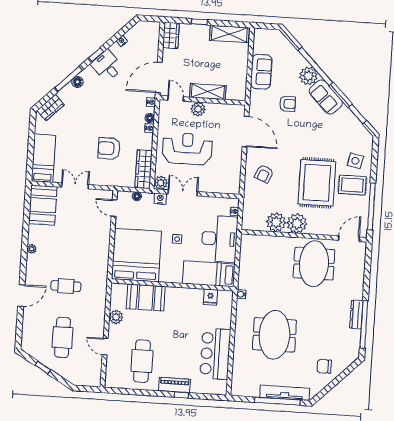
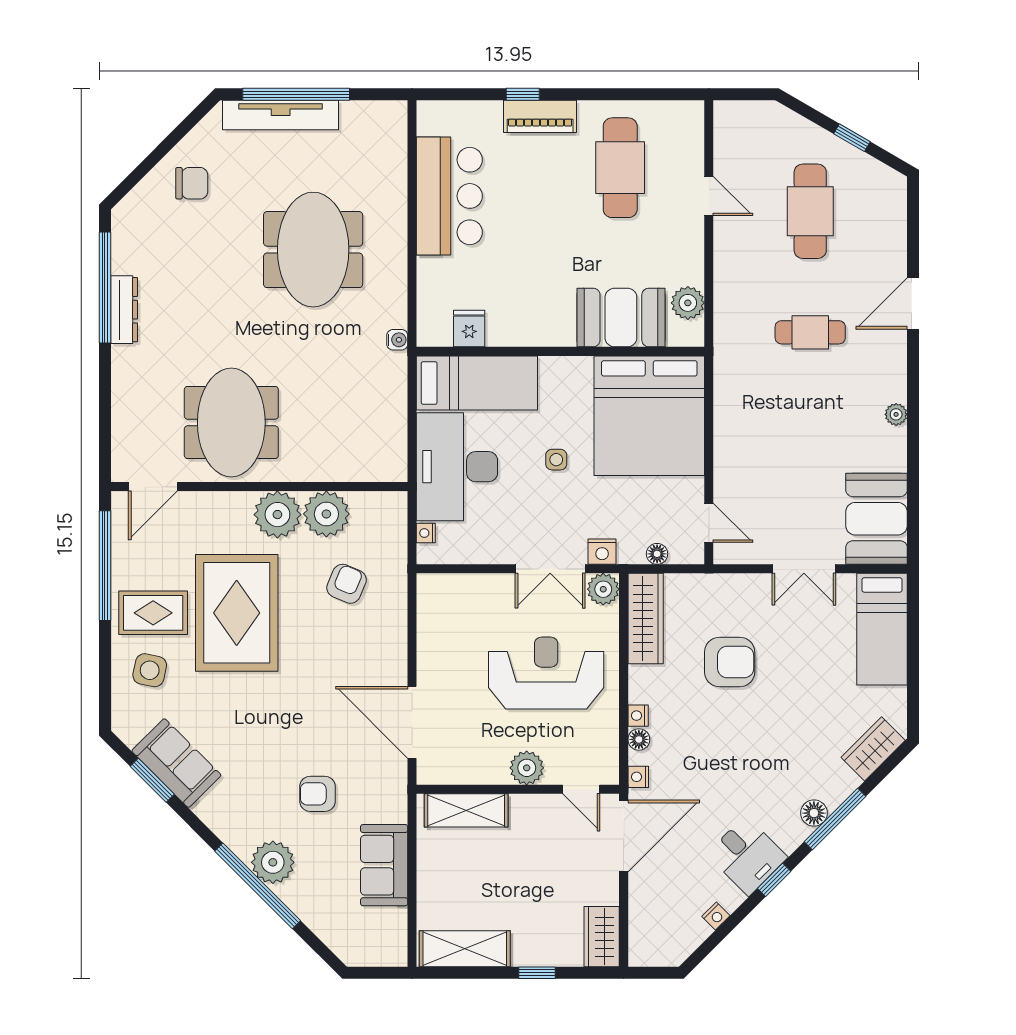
shelving: (208, 92) -> (466, 810), moved
sofa: (326, 97) -> (176, 763), moved
reception desk: (187, 149) -> (546, 673), turned 180
armchair: (264, 174) -> (347, 584), moved
plant: (116, 317) -> (688, 303), moved

